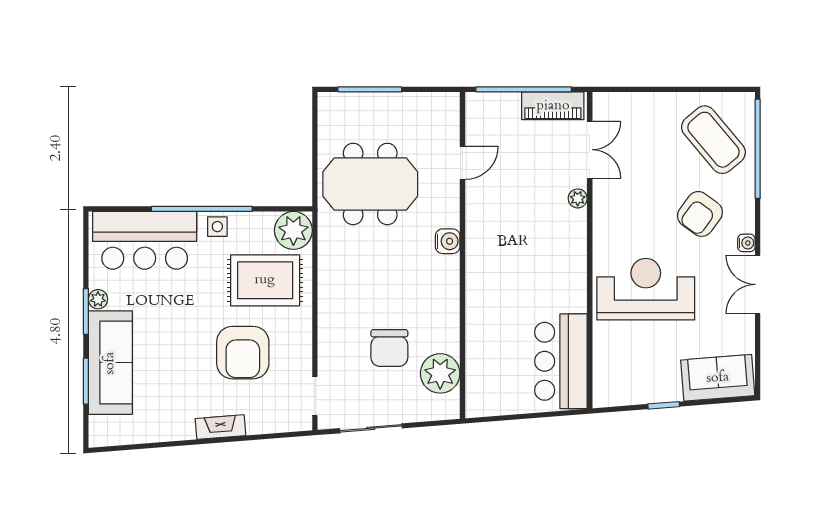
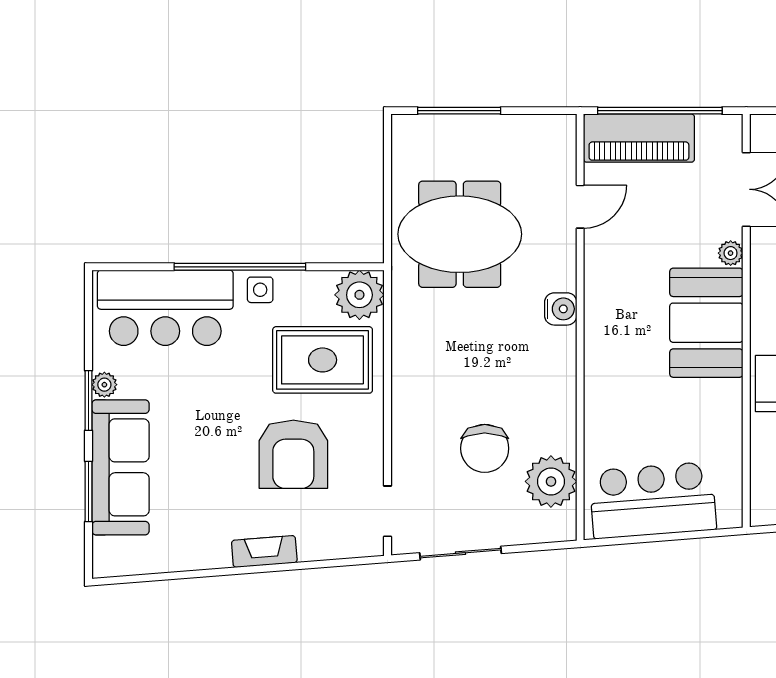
piano: (553, 106) -> (639, 138), moved, width x1.37, depth x1.33
booth: (559, 252) -> (706, 323), added
bar counter: (561, 361) -> (653, 500), moved, turned 86

